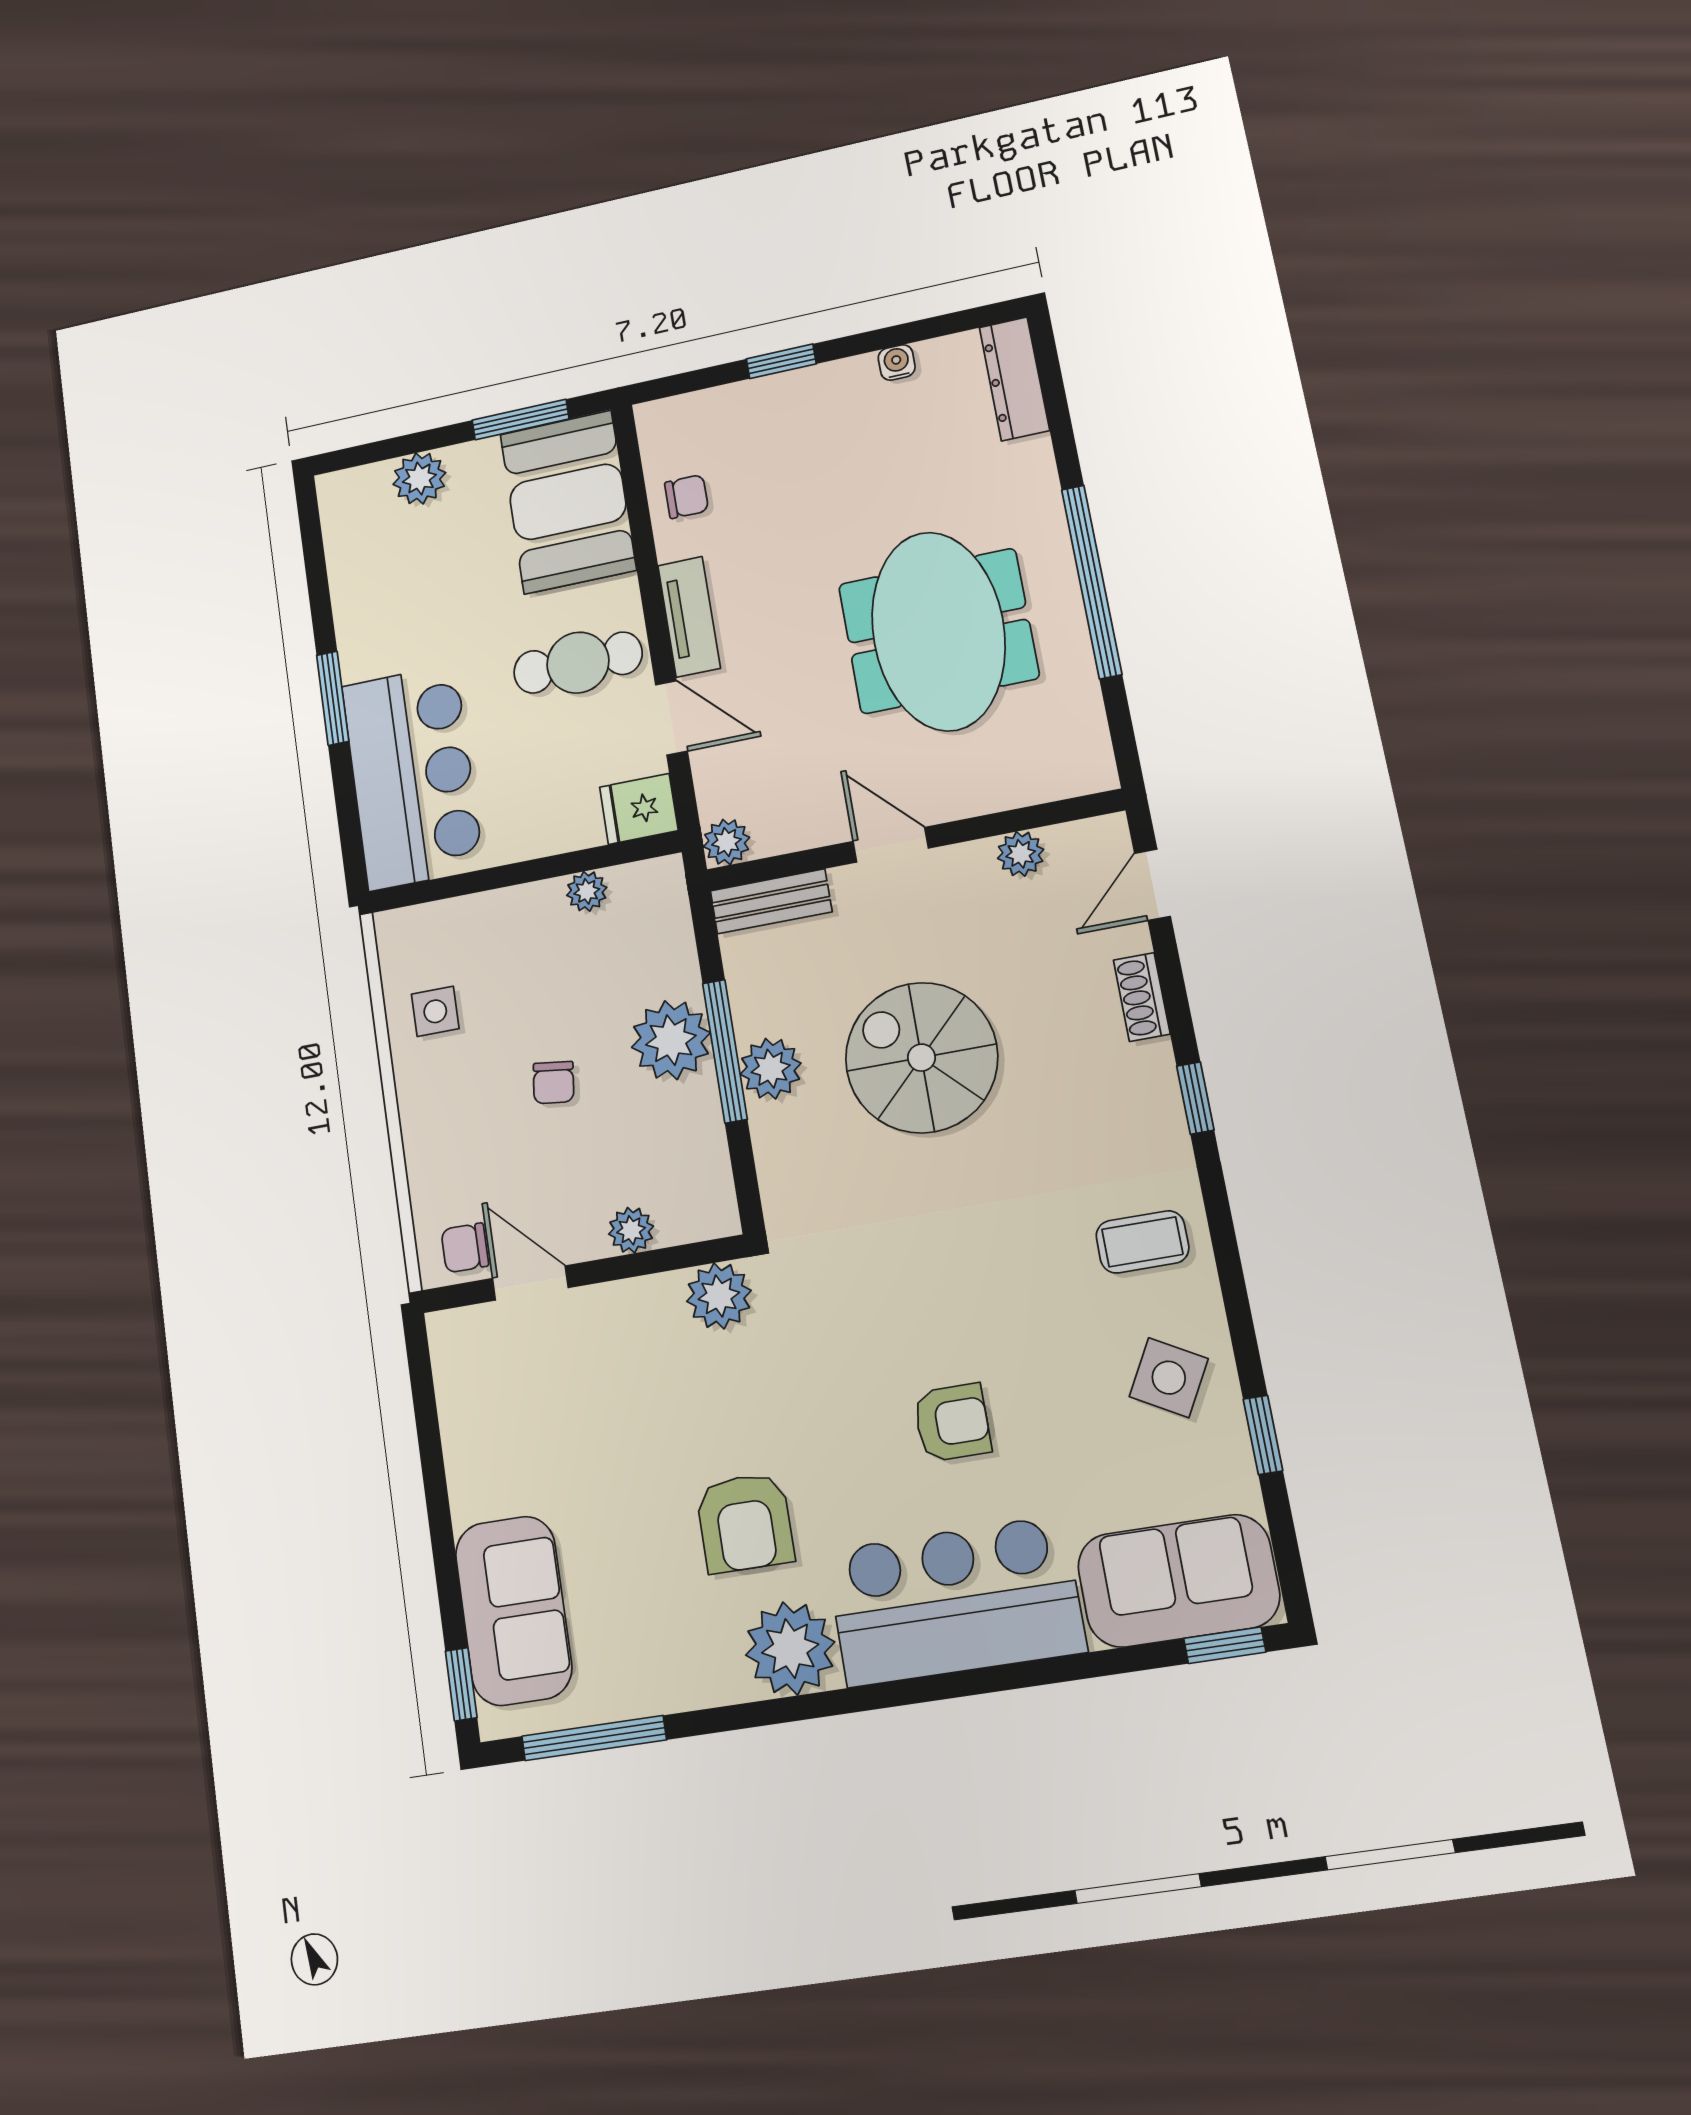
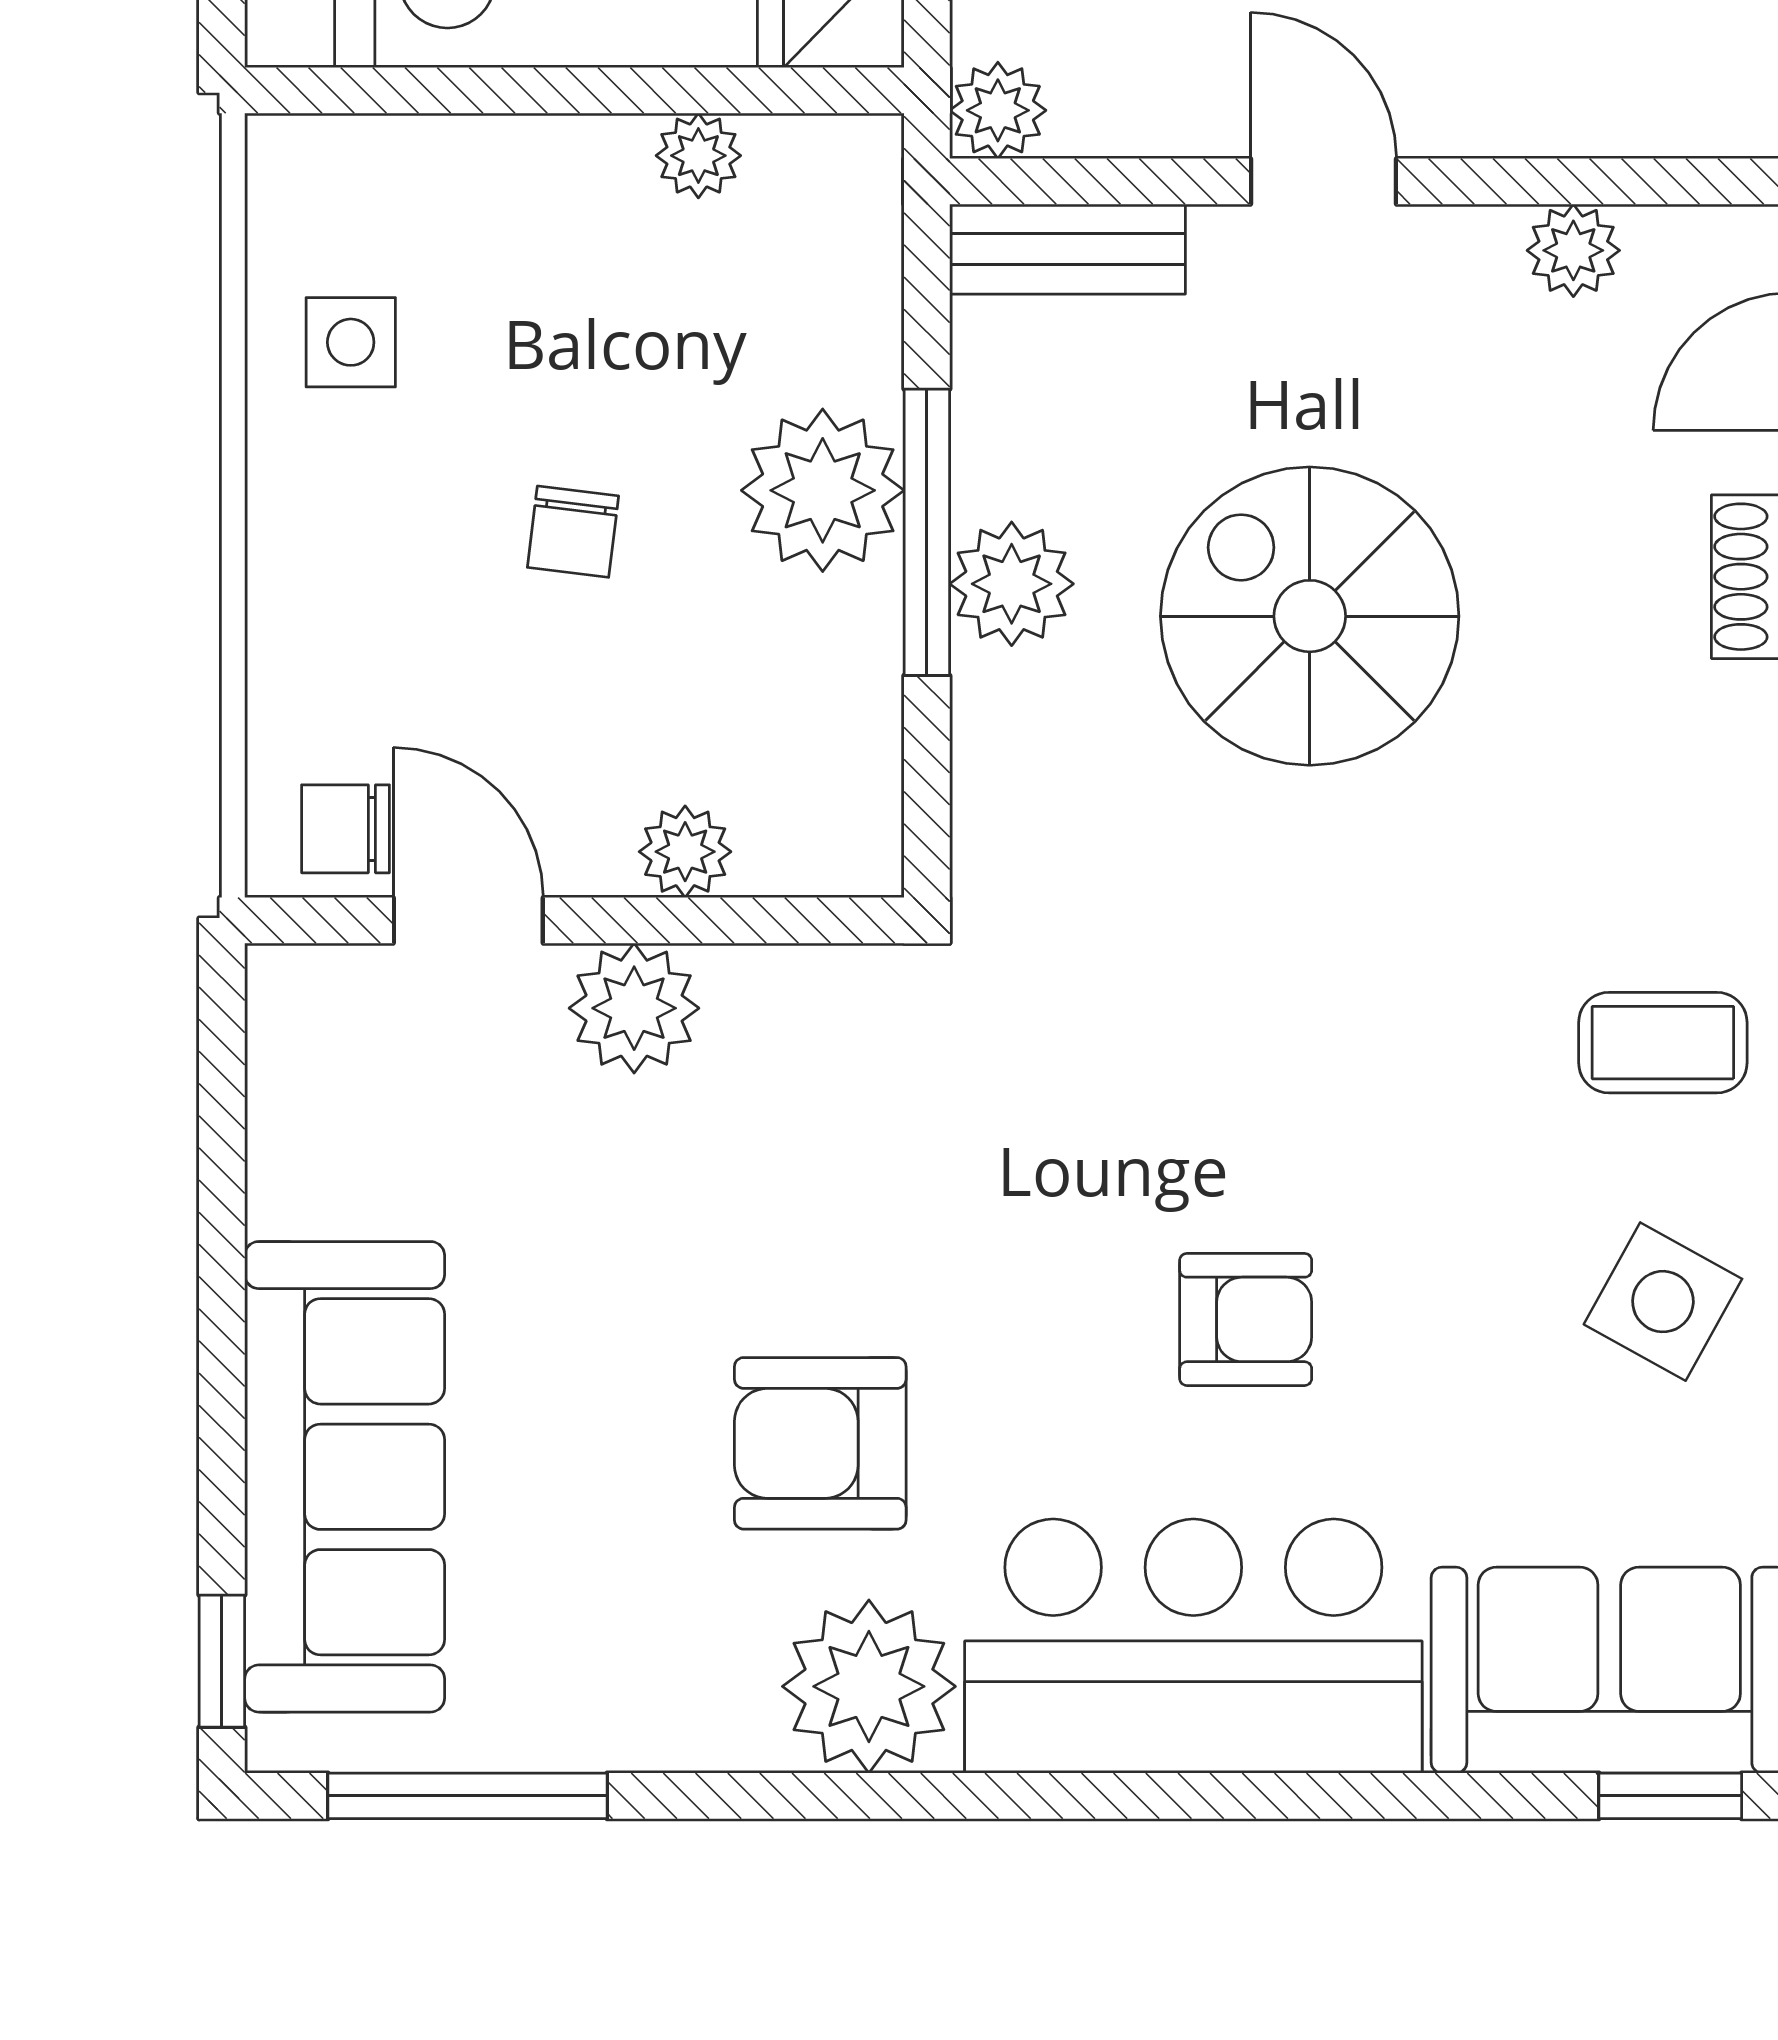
plant: (719, 1296) -> (634, 1008), moved
armchair: (745, 1523) -> (820, 1443), turned 90
sofa: (513, 1610) -> (345, 1477), width x1.36

